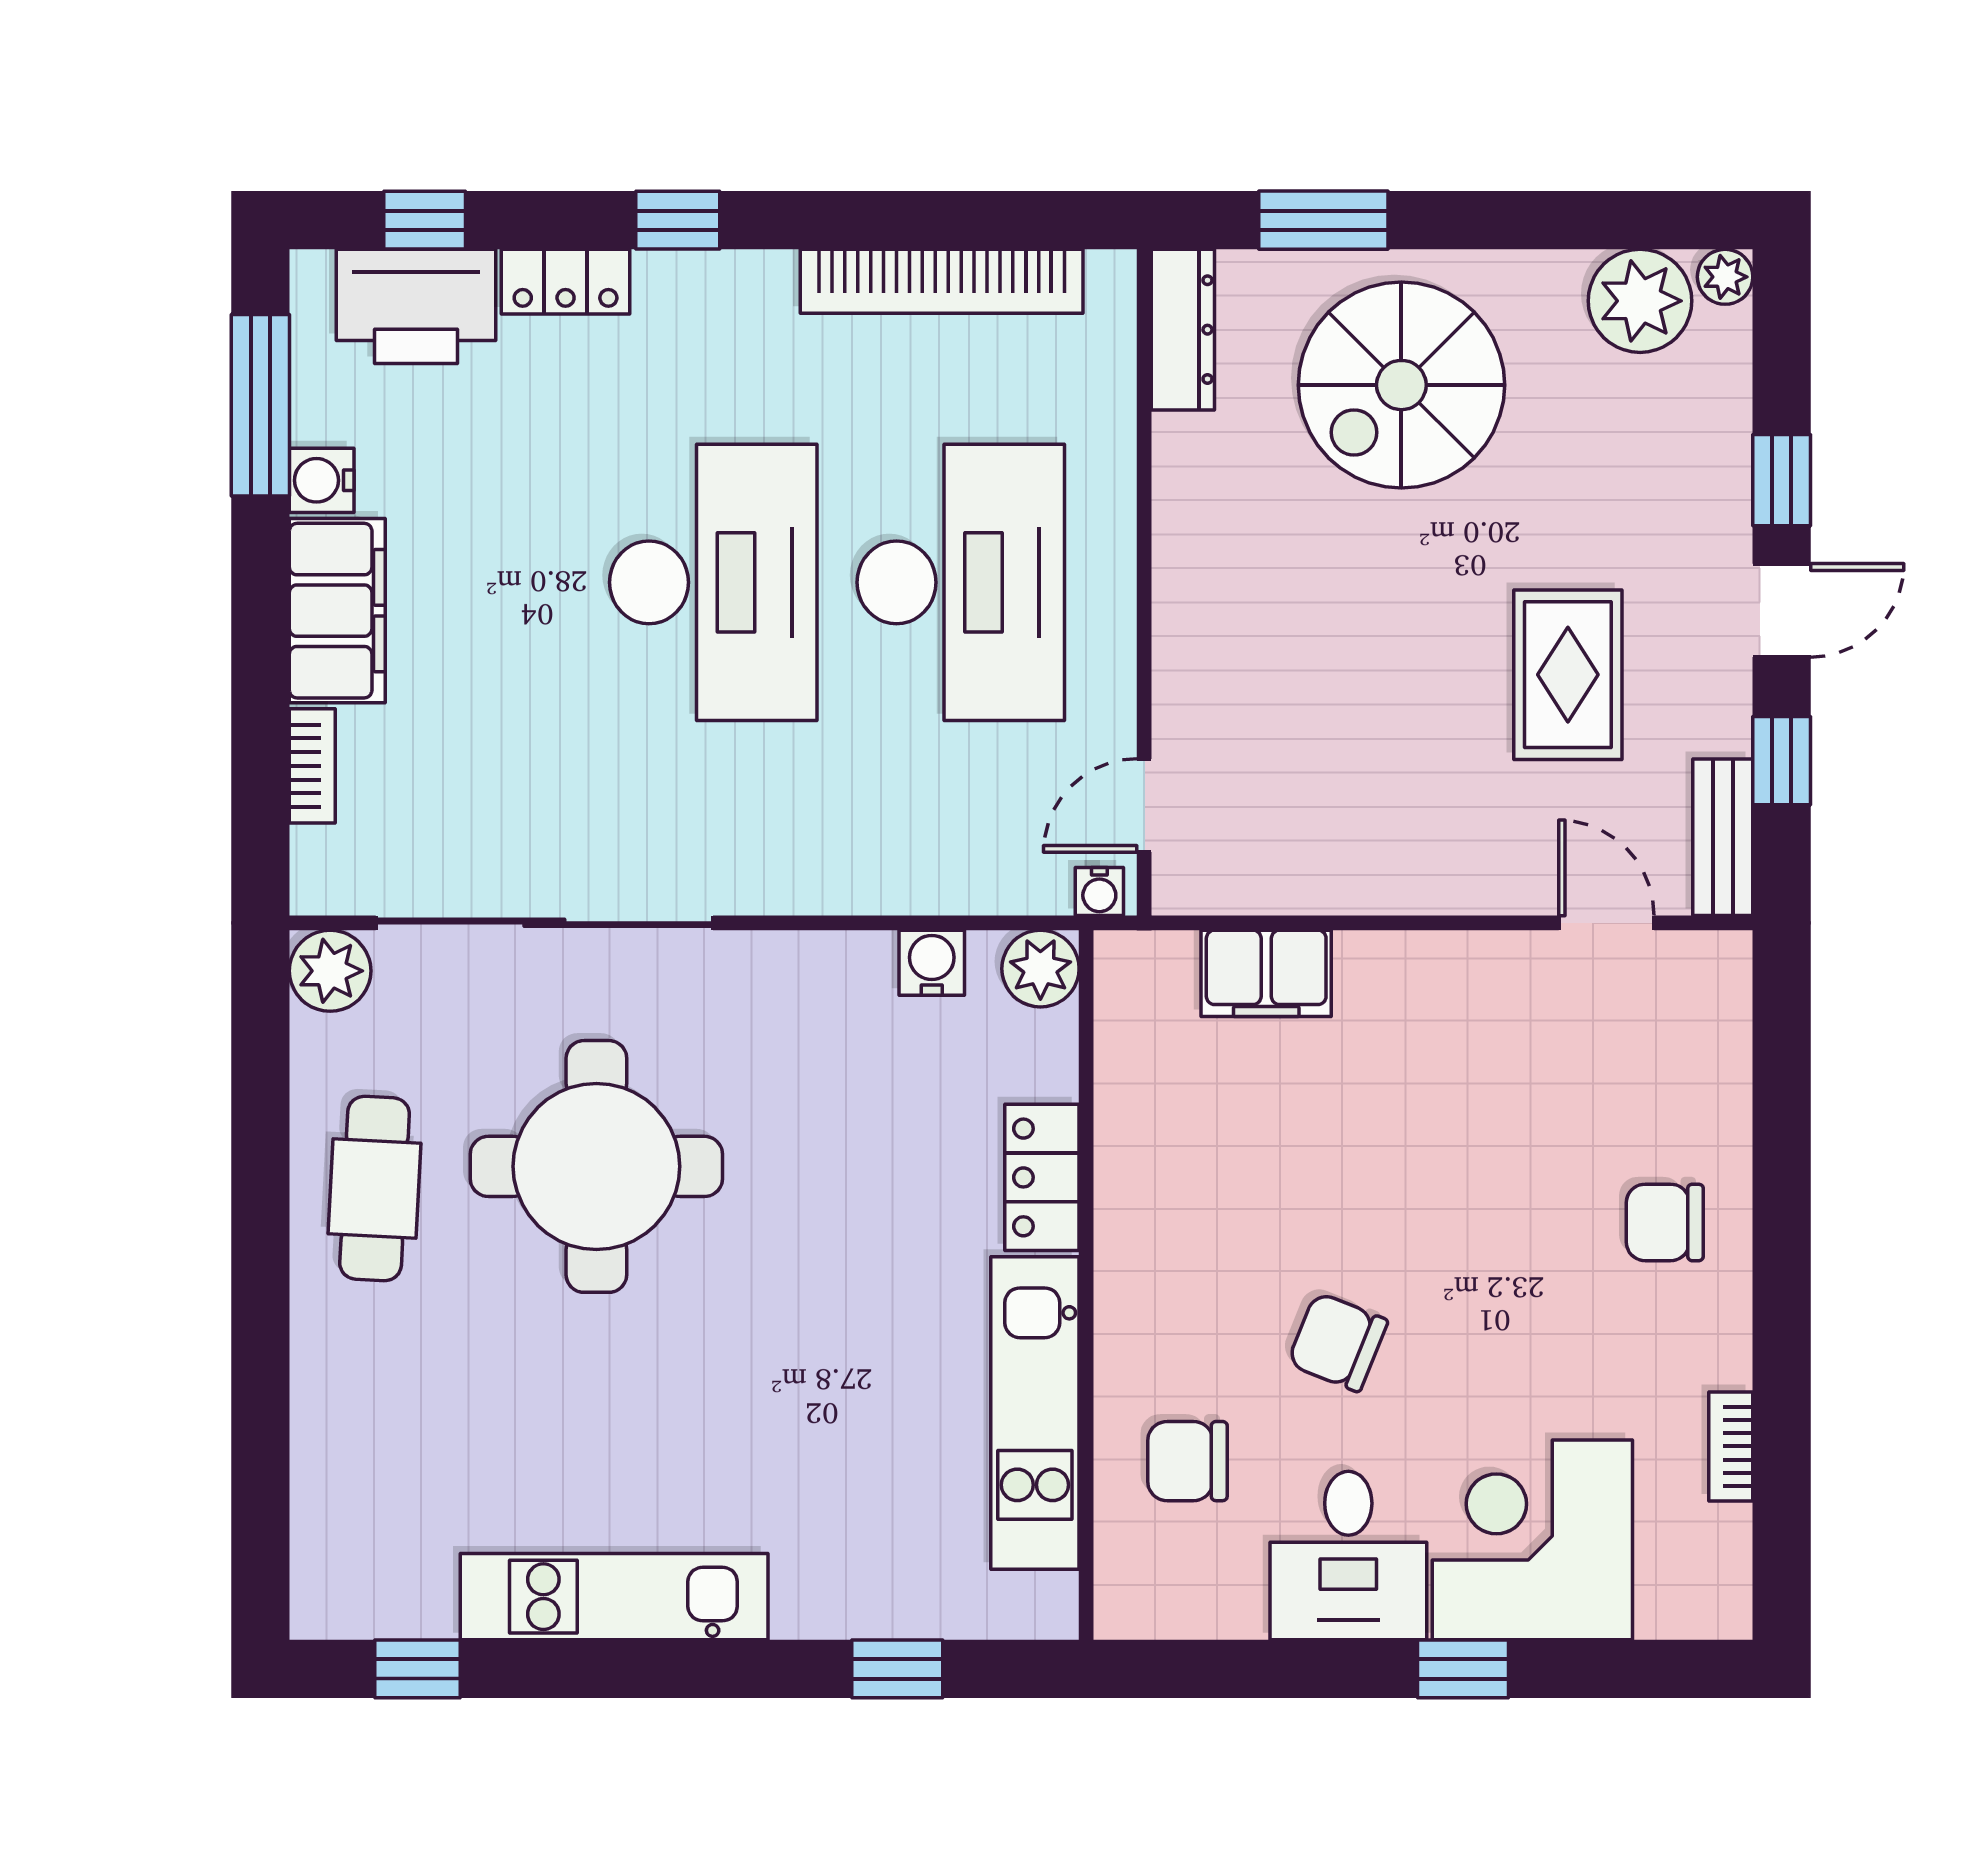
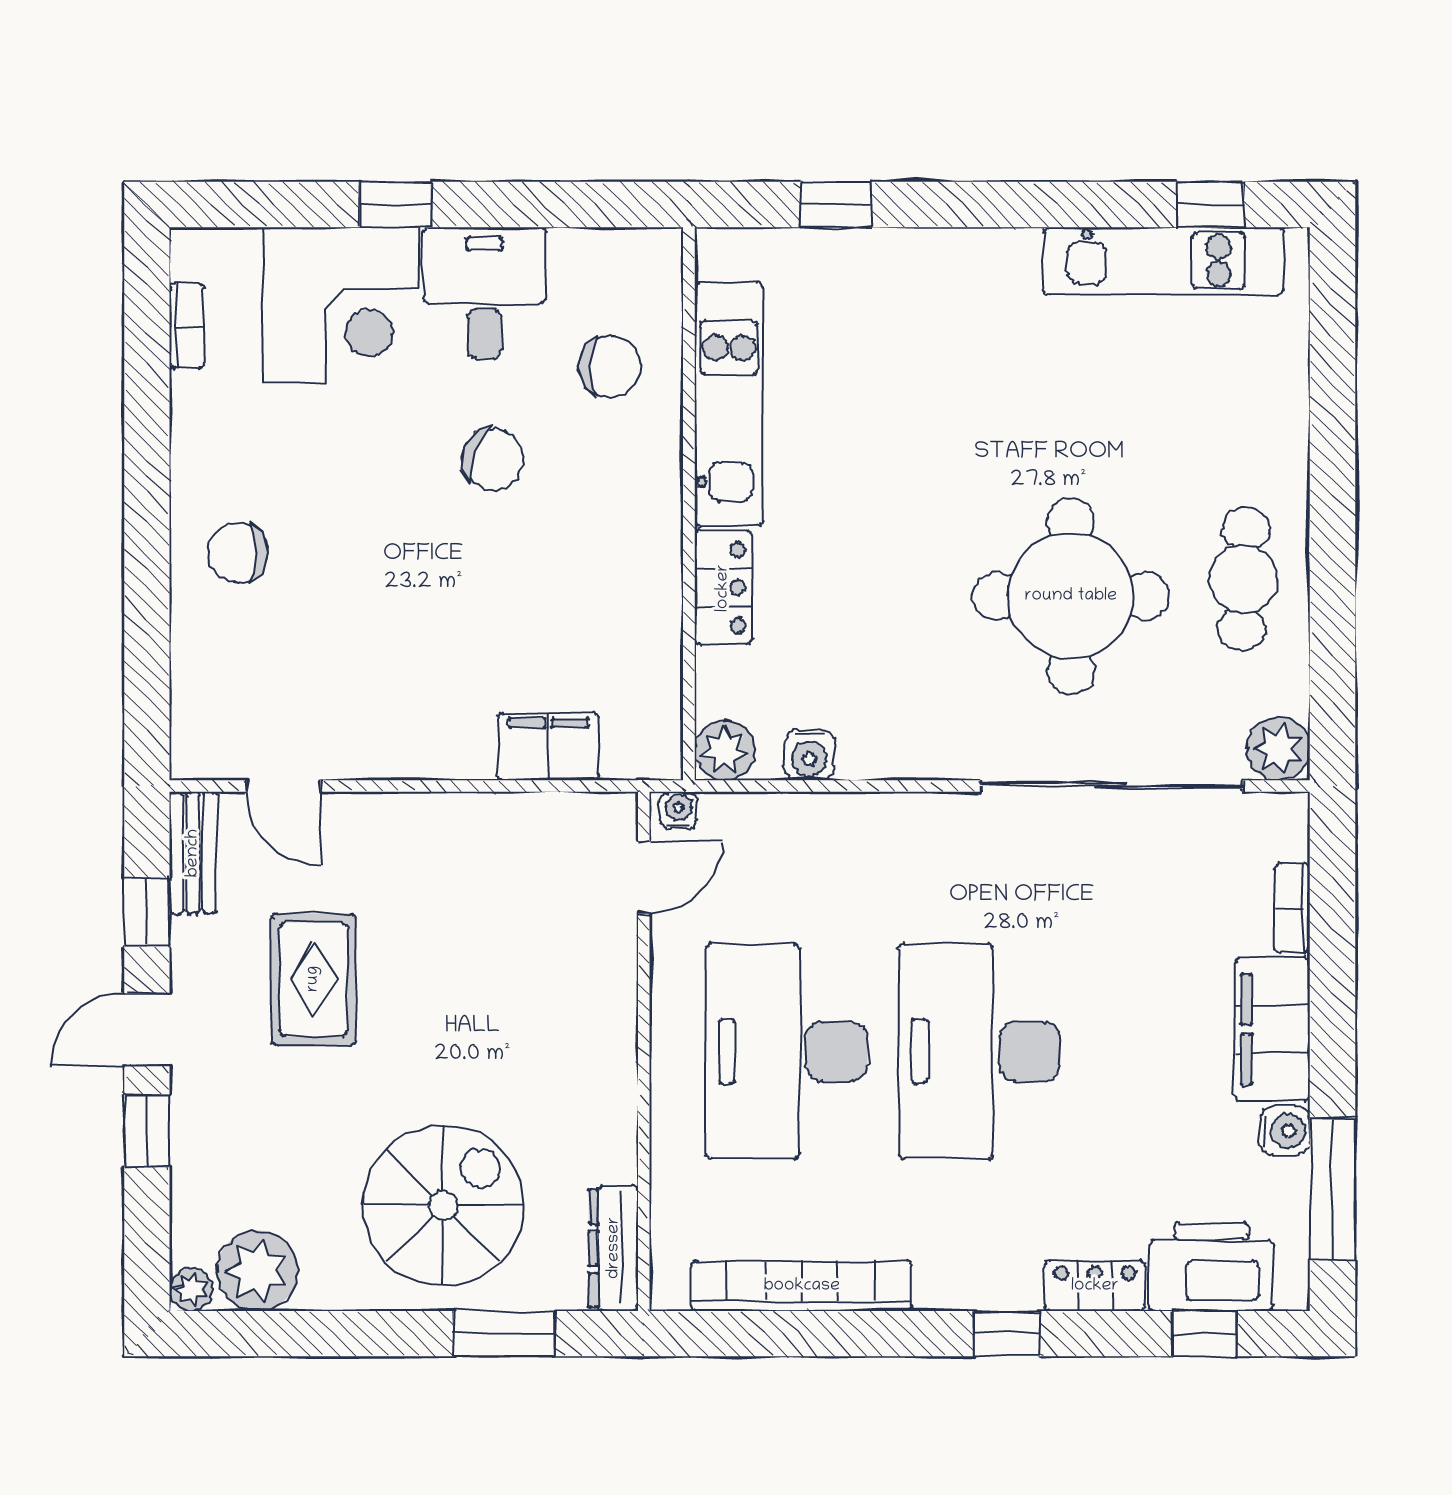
chair: (1665, 1222) -> (238, 552), turned 180
bookcase: (1731, 1446) -> (186, 326), moved
kitchen unit: (614, 1597) -> (1163, 261), moved

